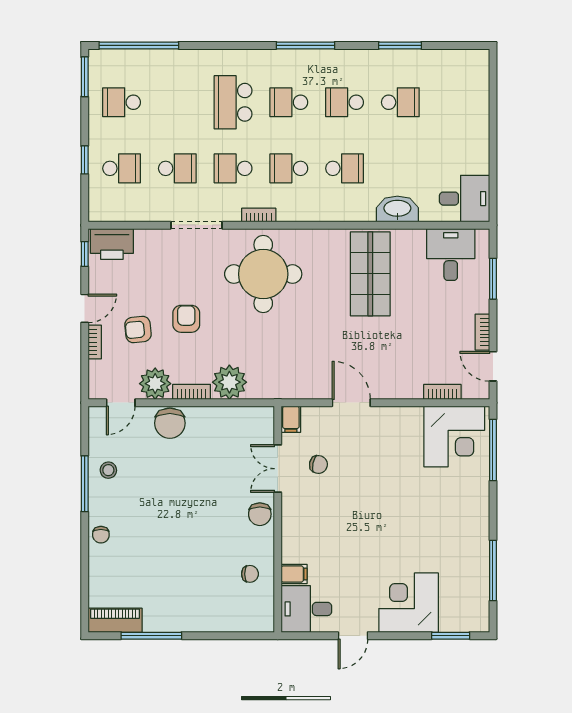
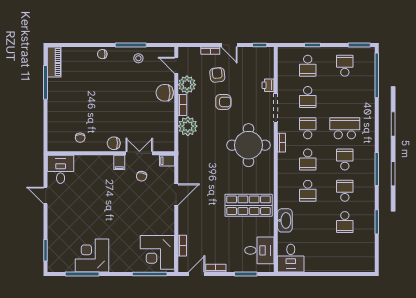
school desk: (289, 168) -> (308, 160), turned 180
printer: (112, 244) -> (268, 85), moved, width x0.53, depth x0.68
filing cabinet: (294, 574) -> (119, 162), moved
corner desk: (409, 603) -> (92, 256), moved, turned -90

